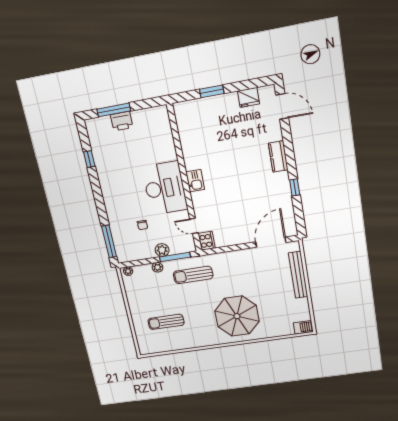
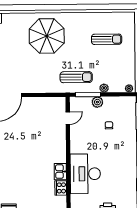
kitchen sink: (195, 181) -> (60, 172), moved
desk: (165, 188) -> (85, 174), moved
door: (194, 226) -> (68, 118), hinge flipped
cooker: (207, 241) -> (61, 188), moved

